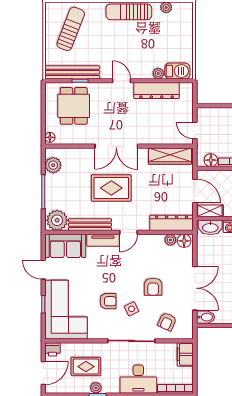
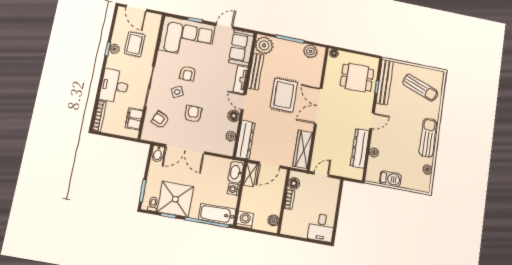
barbecue: (177, 71) -> (390, 179), moved, turned -90
floor lamp: (184, 241) -> (234, 116), moved
armchair: (153, 287) -> (193, 114), turned 90
printer: (53, 349) -> (155, 20), removed
filing cabinet: (185, 354) -> (134, 119), moved, turned -90

